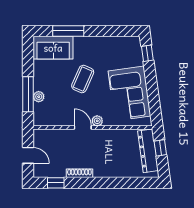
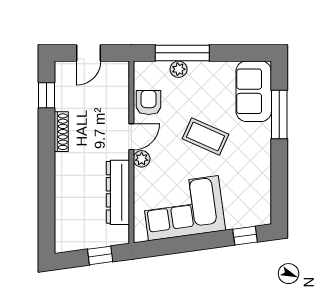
armchair: (60, 116) -> (149, 102), added
dresser: (148, 151) -> (118, 192), moved, turned -82

